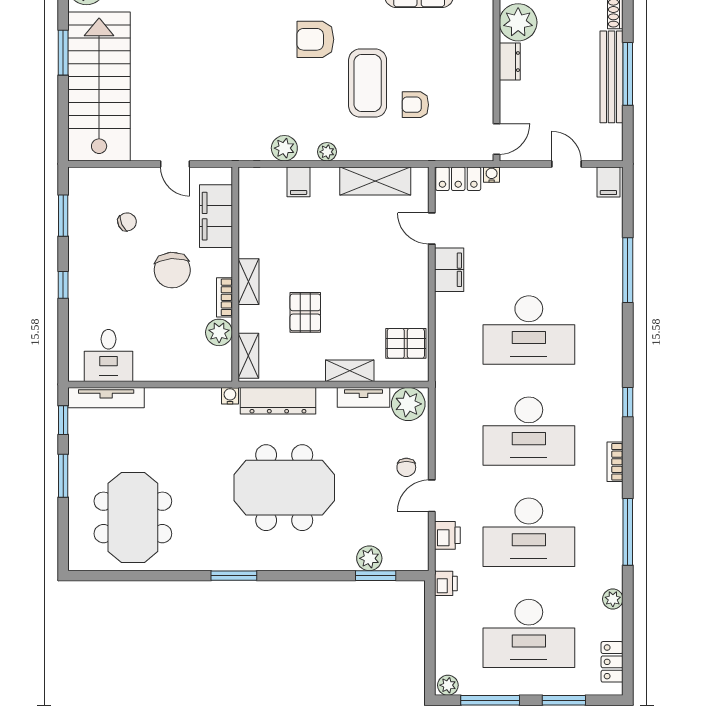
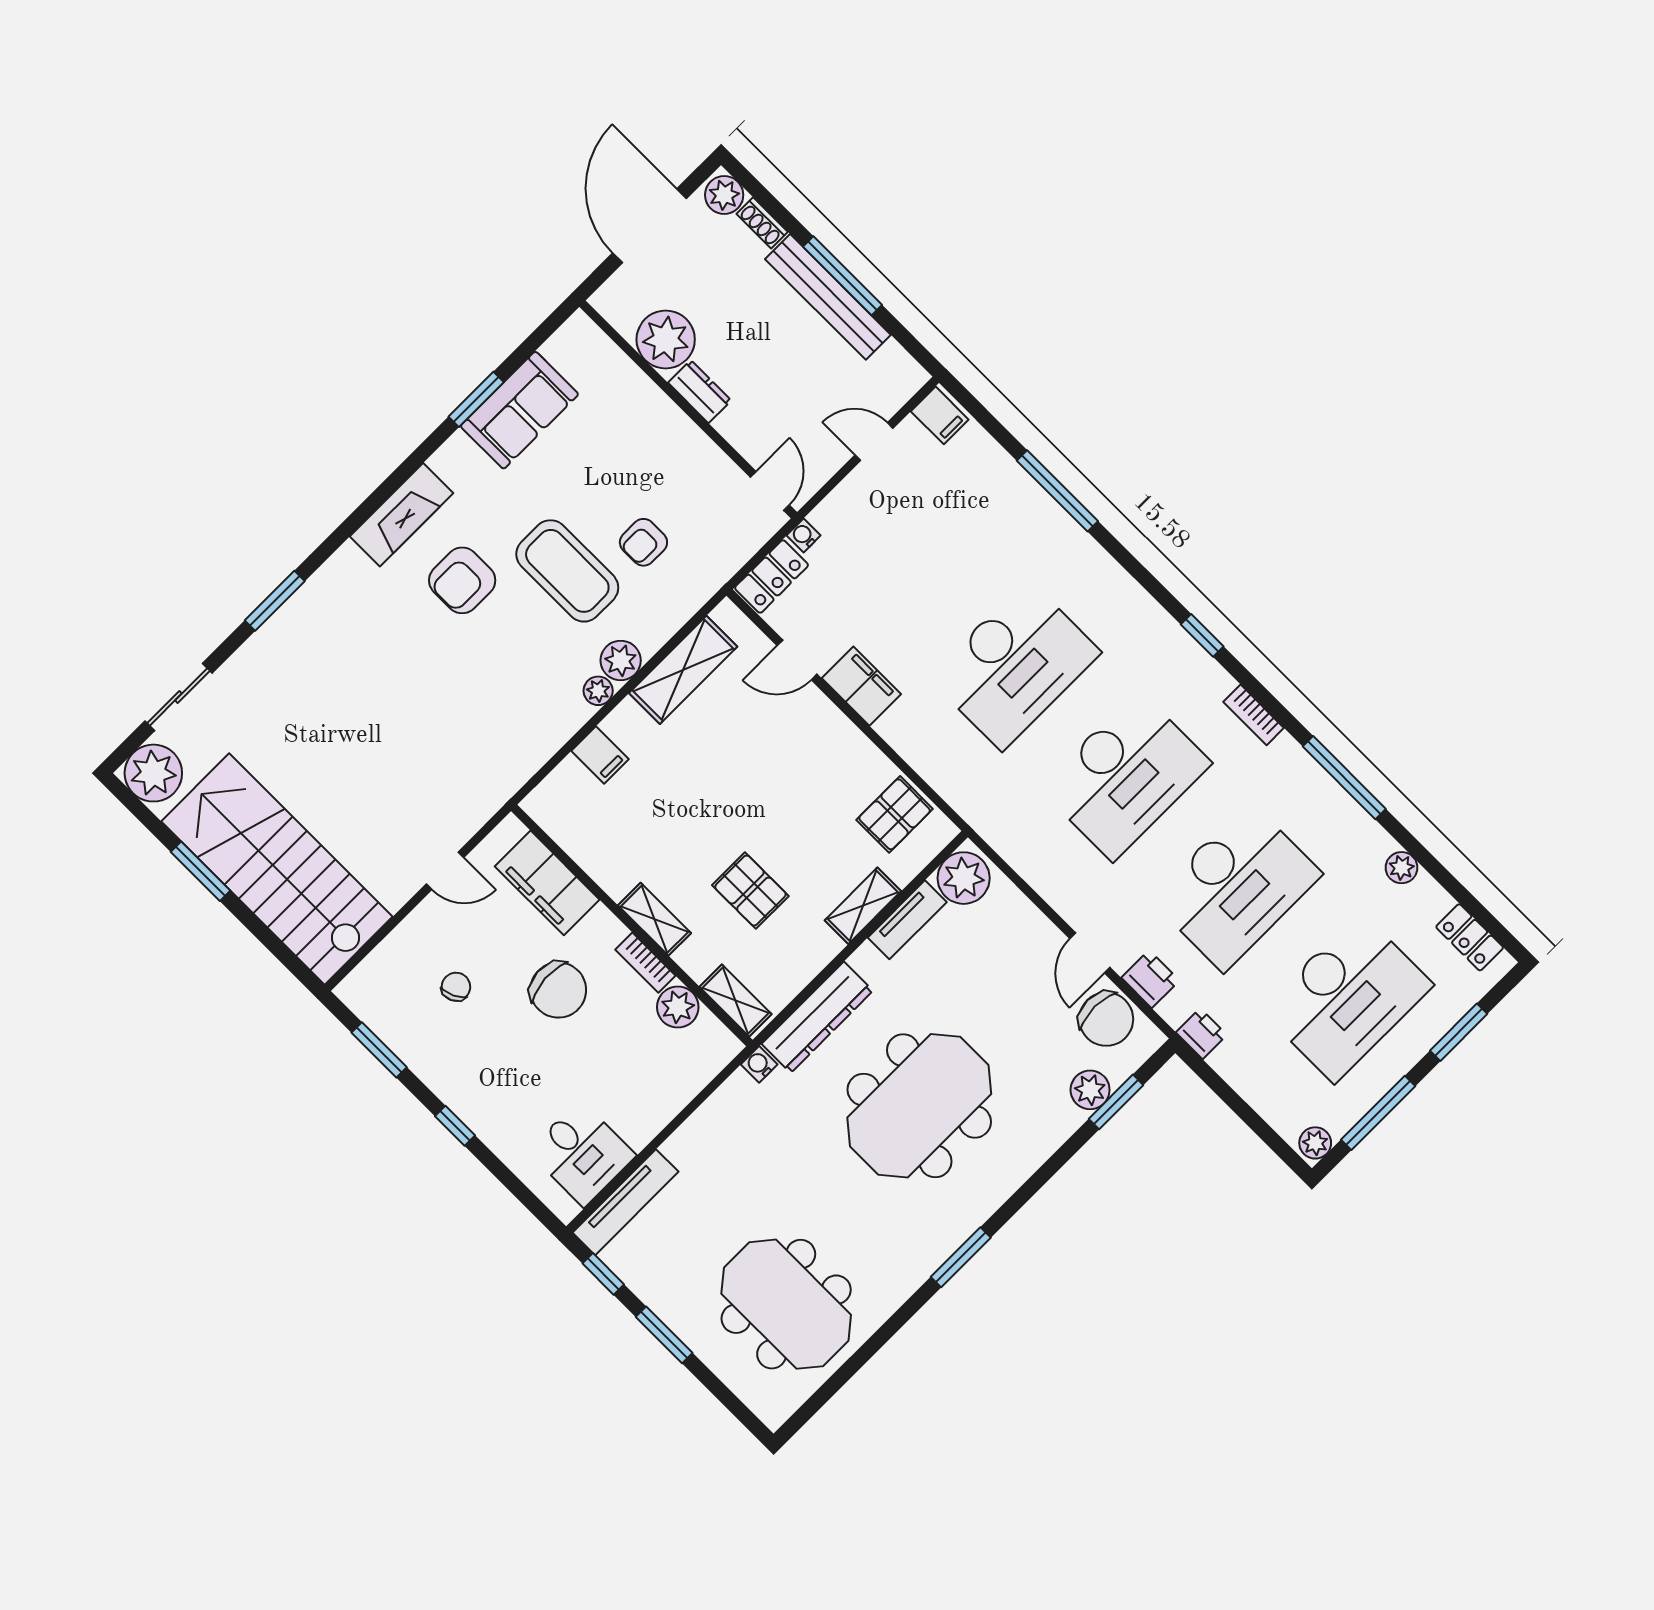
plant: (284, 148) -> (621, 660), moved
chair: (406, 467) -> (1106, 1019), moved, width x1.87, depth x1.87

